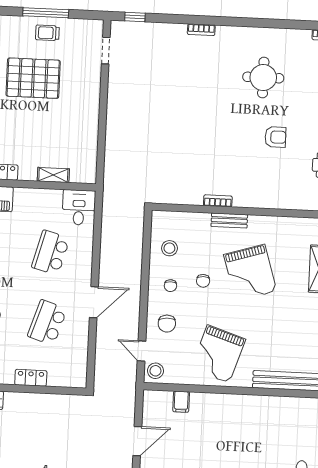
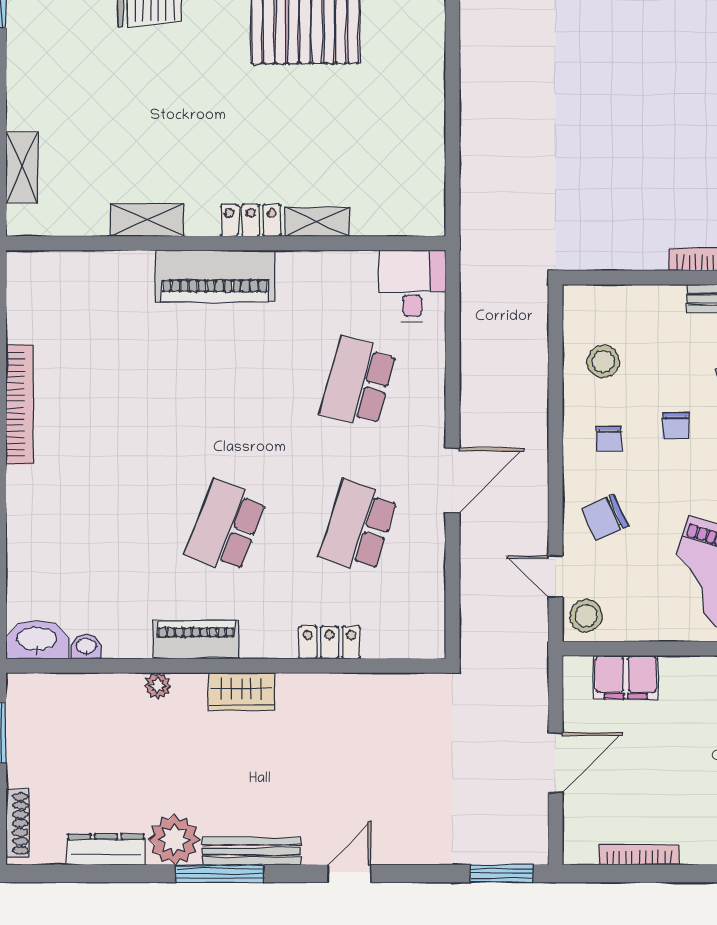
shelving: (53, 175) -> (318, 222), moved
chair: (167, 324) -> (605, 517), turned 68
filing cabinet: (181, 402) -> (626, 677), width x2.00

